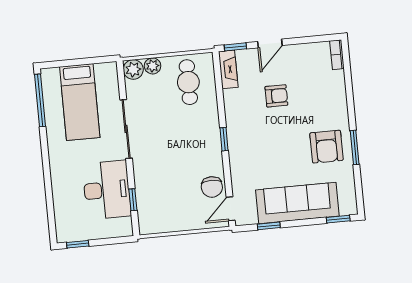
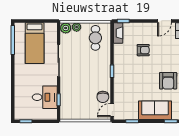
door: (270, 44) -> (164, 21), moved
desk: (107, 190) -> (45, 97), width x0.73
sofa: (297, 203) -> (155, 110), width x0.73

